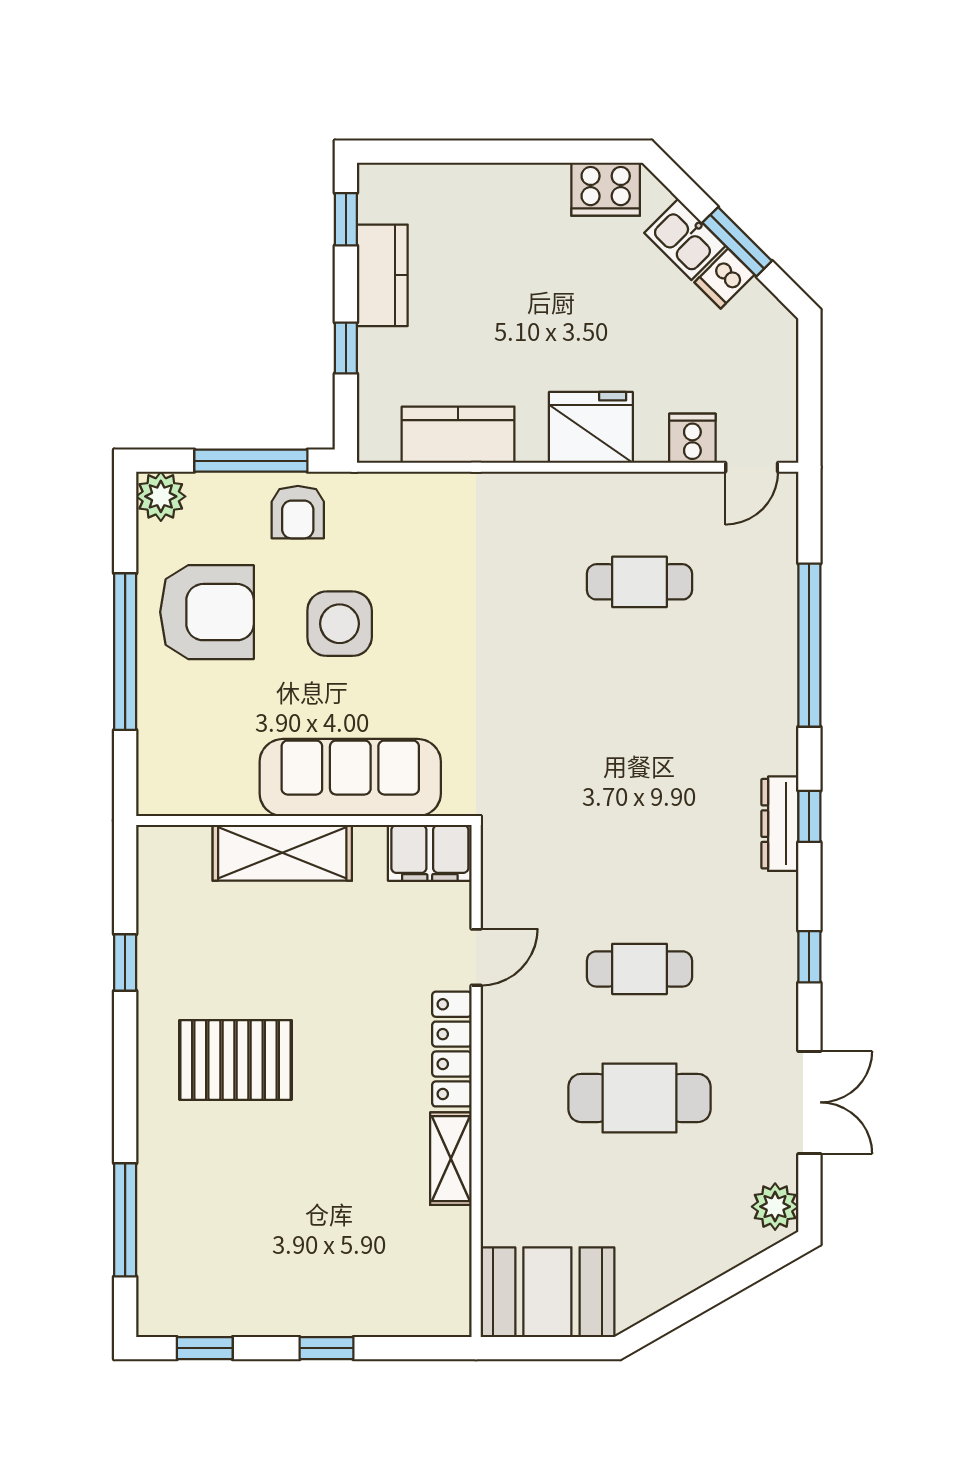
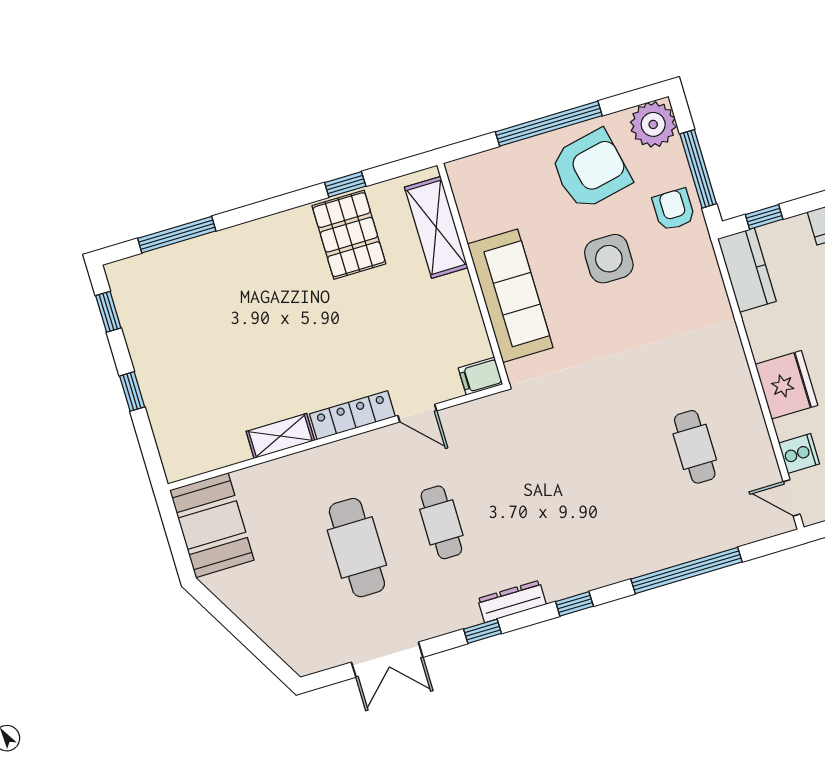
window: (346, 348) -> (764, 217), moved
kitchen counter: (458, 435) -> (747, 270), moved
plant: (161, 496) -> (653, 124), width x1.36, depth x1.36
armchair: (298, 512) -> (674, 210), turned 90
armchair: (207, 612) -> (591, 170), turned -102
dresser: (780, 824) -> (512, 601), moved
shelving: (282, 853) -> (436, 227), moved
filing cabinet: (430, 853) -> (481, 376), width x0.50
pallet: (236, 1060) -> (349, 235), moved
plant: (775, 1207) -> (312, 657), removed

